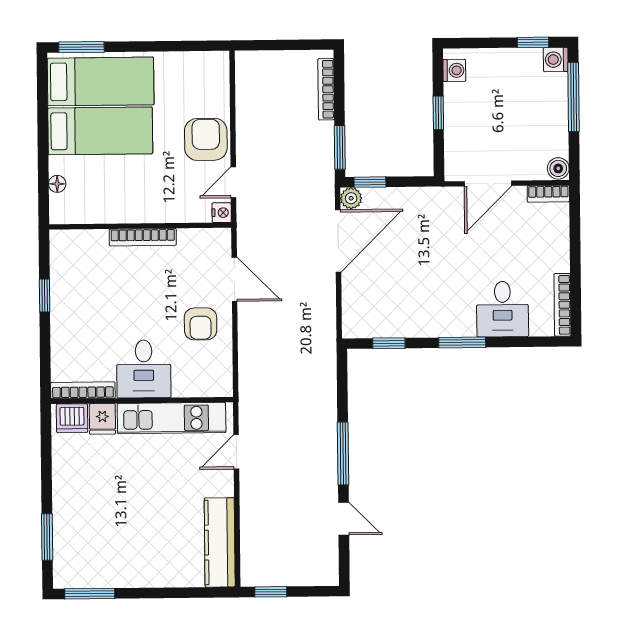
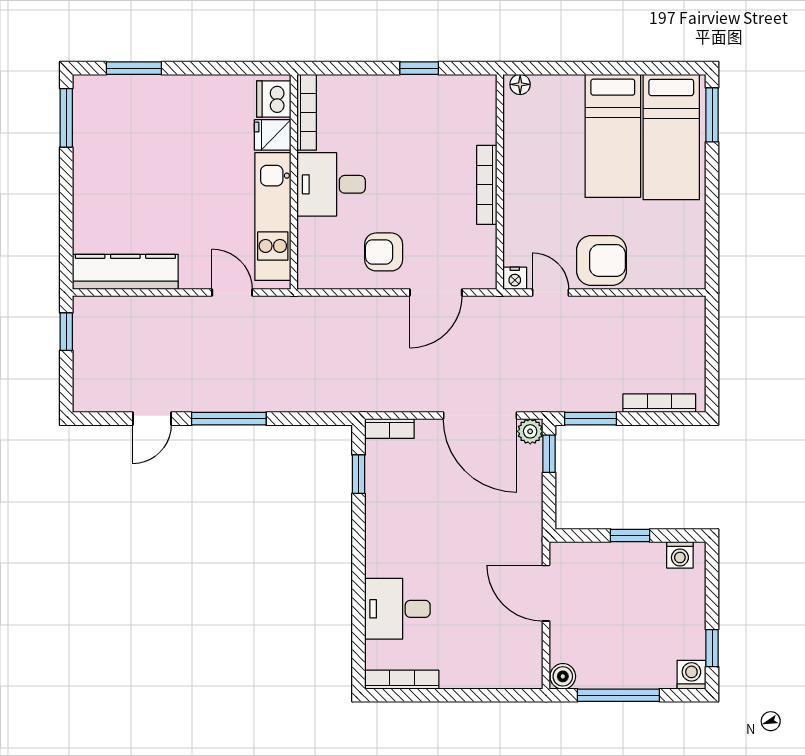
window: (574, 97) -> (618, 695), moved
floor lamp: (57, 184) -> (520, 84), moved
bookcase: (548, 194) -> (389, 429), moved, turned -90
window: (462, 342) -> (358, 561), removed

